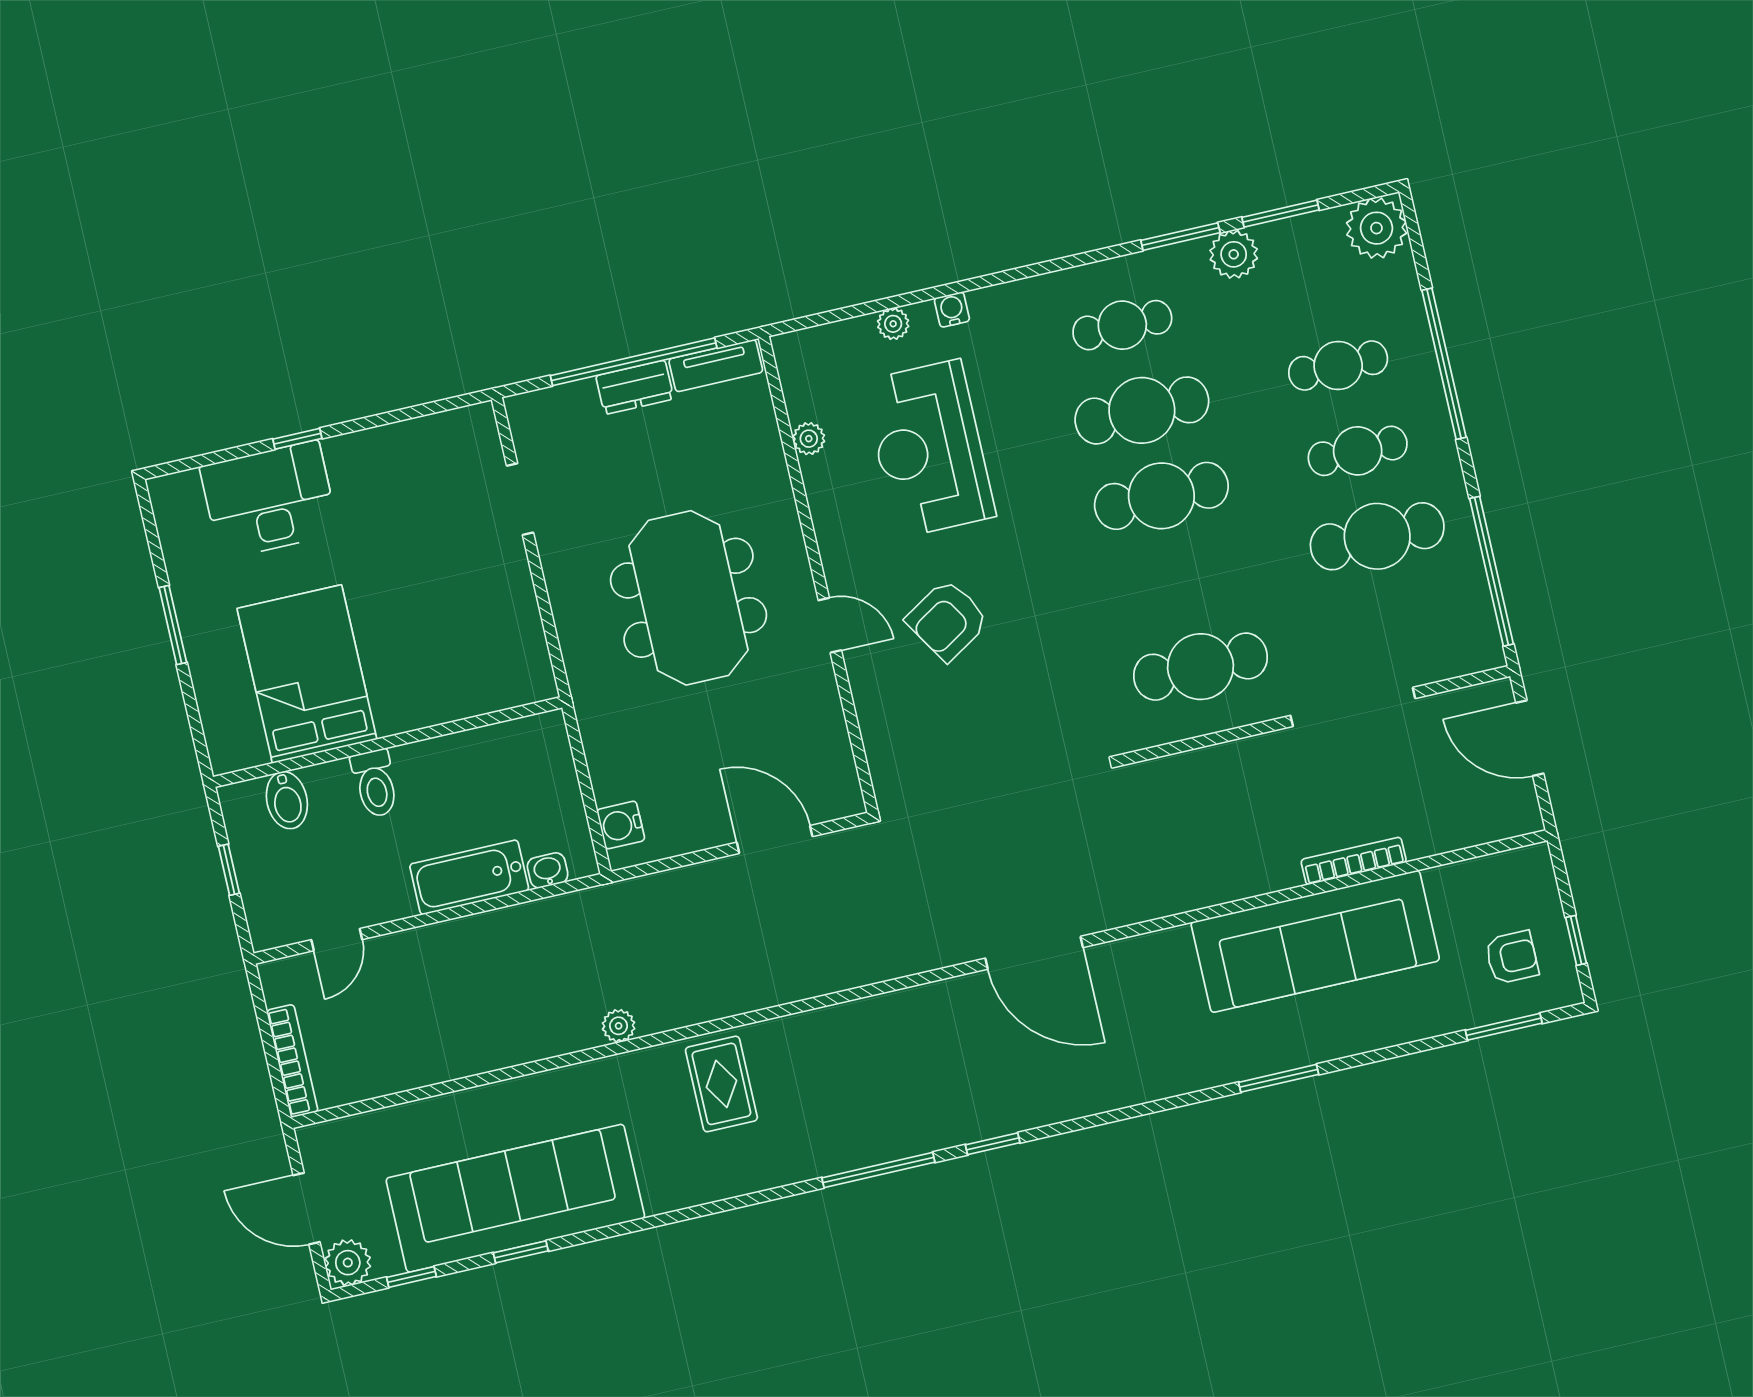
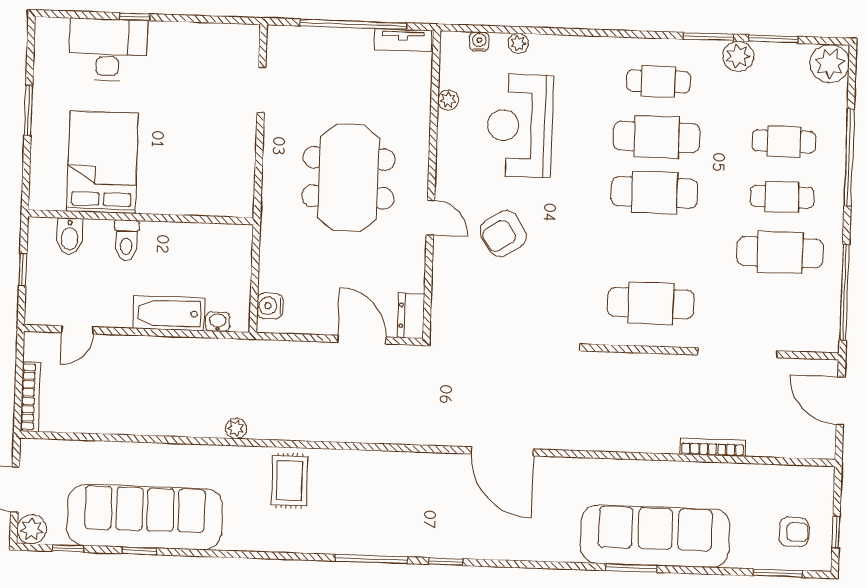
water cooler: (952, 310) -> (479, 42), moved
dresser: (635, 387) -> (411, 316), moved, turned 90
sofa: (1315, 941) -> (655, 536), moved, turned 180

